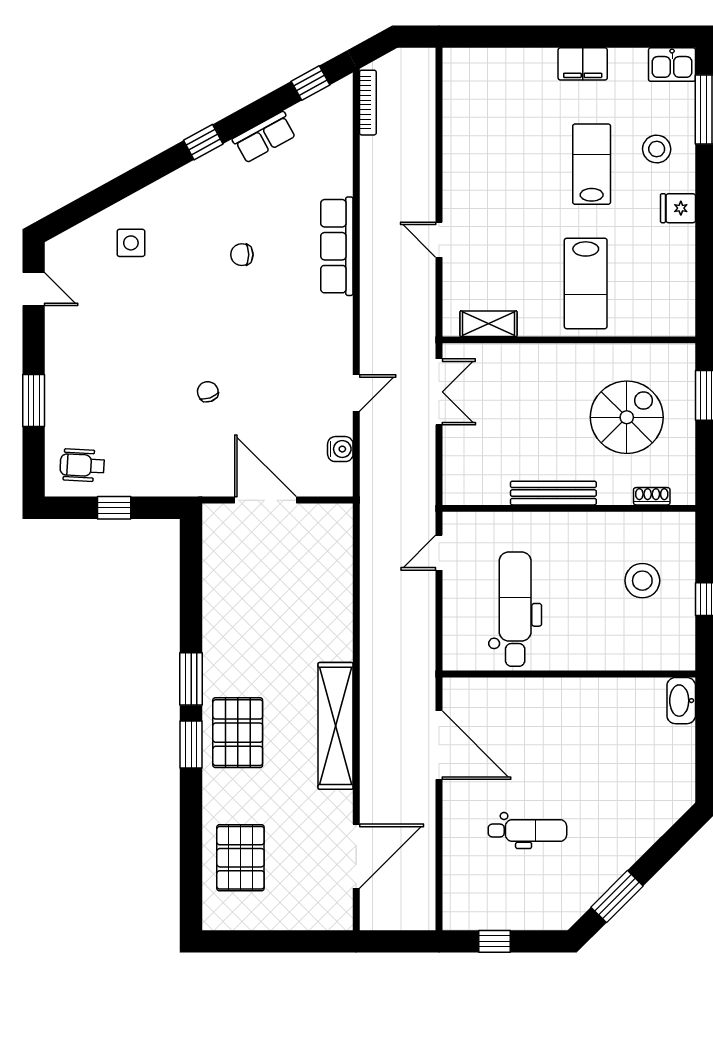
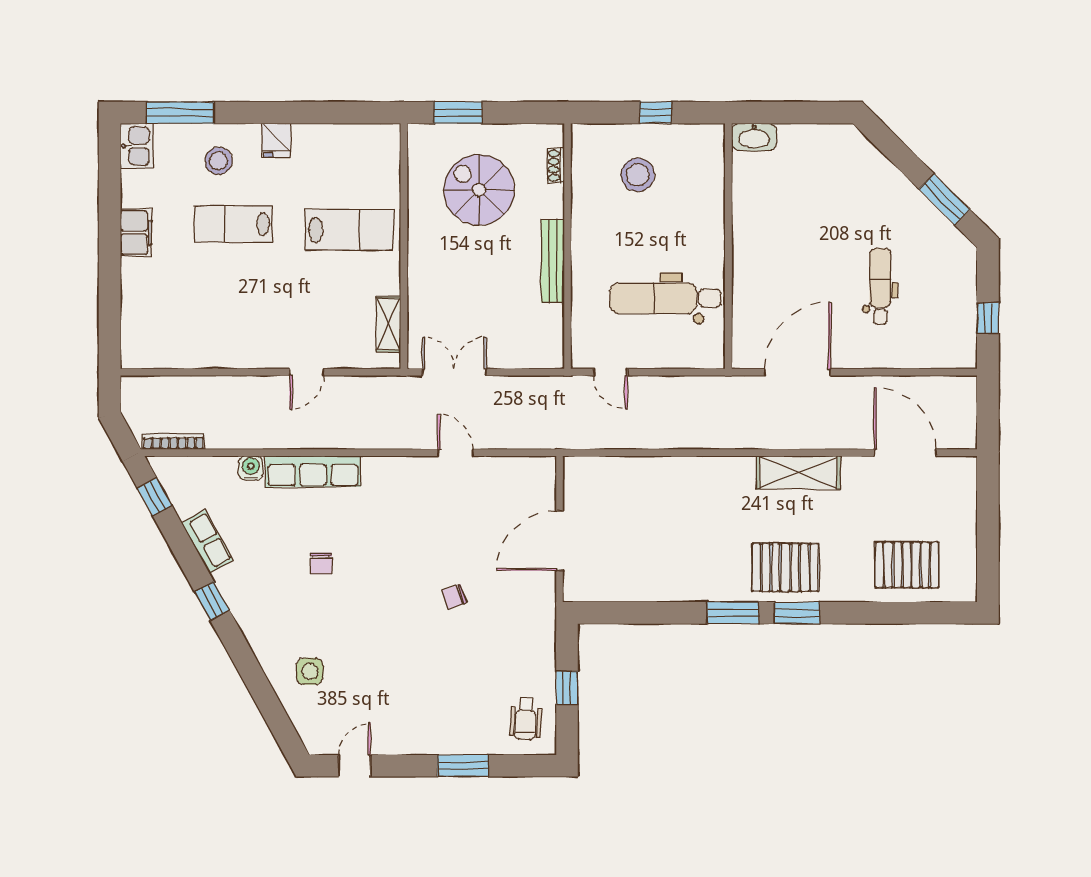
water cooler: (340, 449) -> (251, 468), moved
shelving: (336, 726) -> (798, 473), width x0.68

